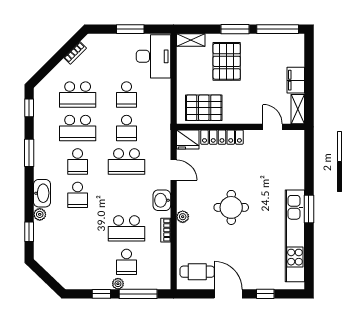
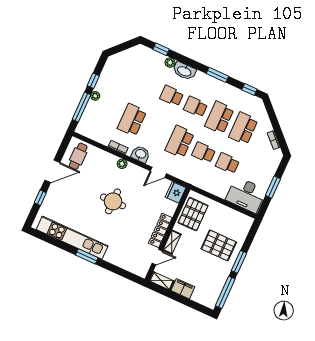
shelving: (191, 40) -> (172, 242), moved
locker: (222, 137) -> (160, 230), moved
school desk: (127, 262) -> (108, 109), removed

